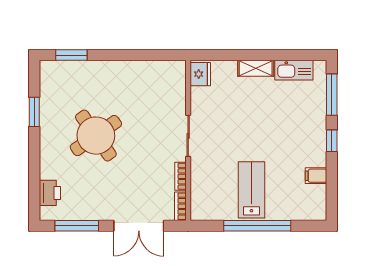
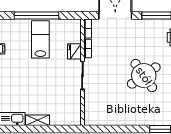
fridge: (200, 74) -> (74, 51), moved
lab bench: (251, 190) -> (40, 39), turned 180

